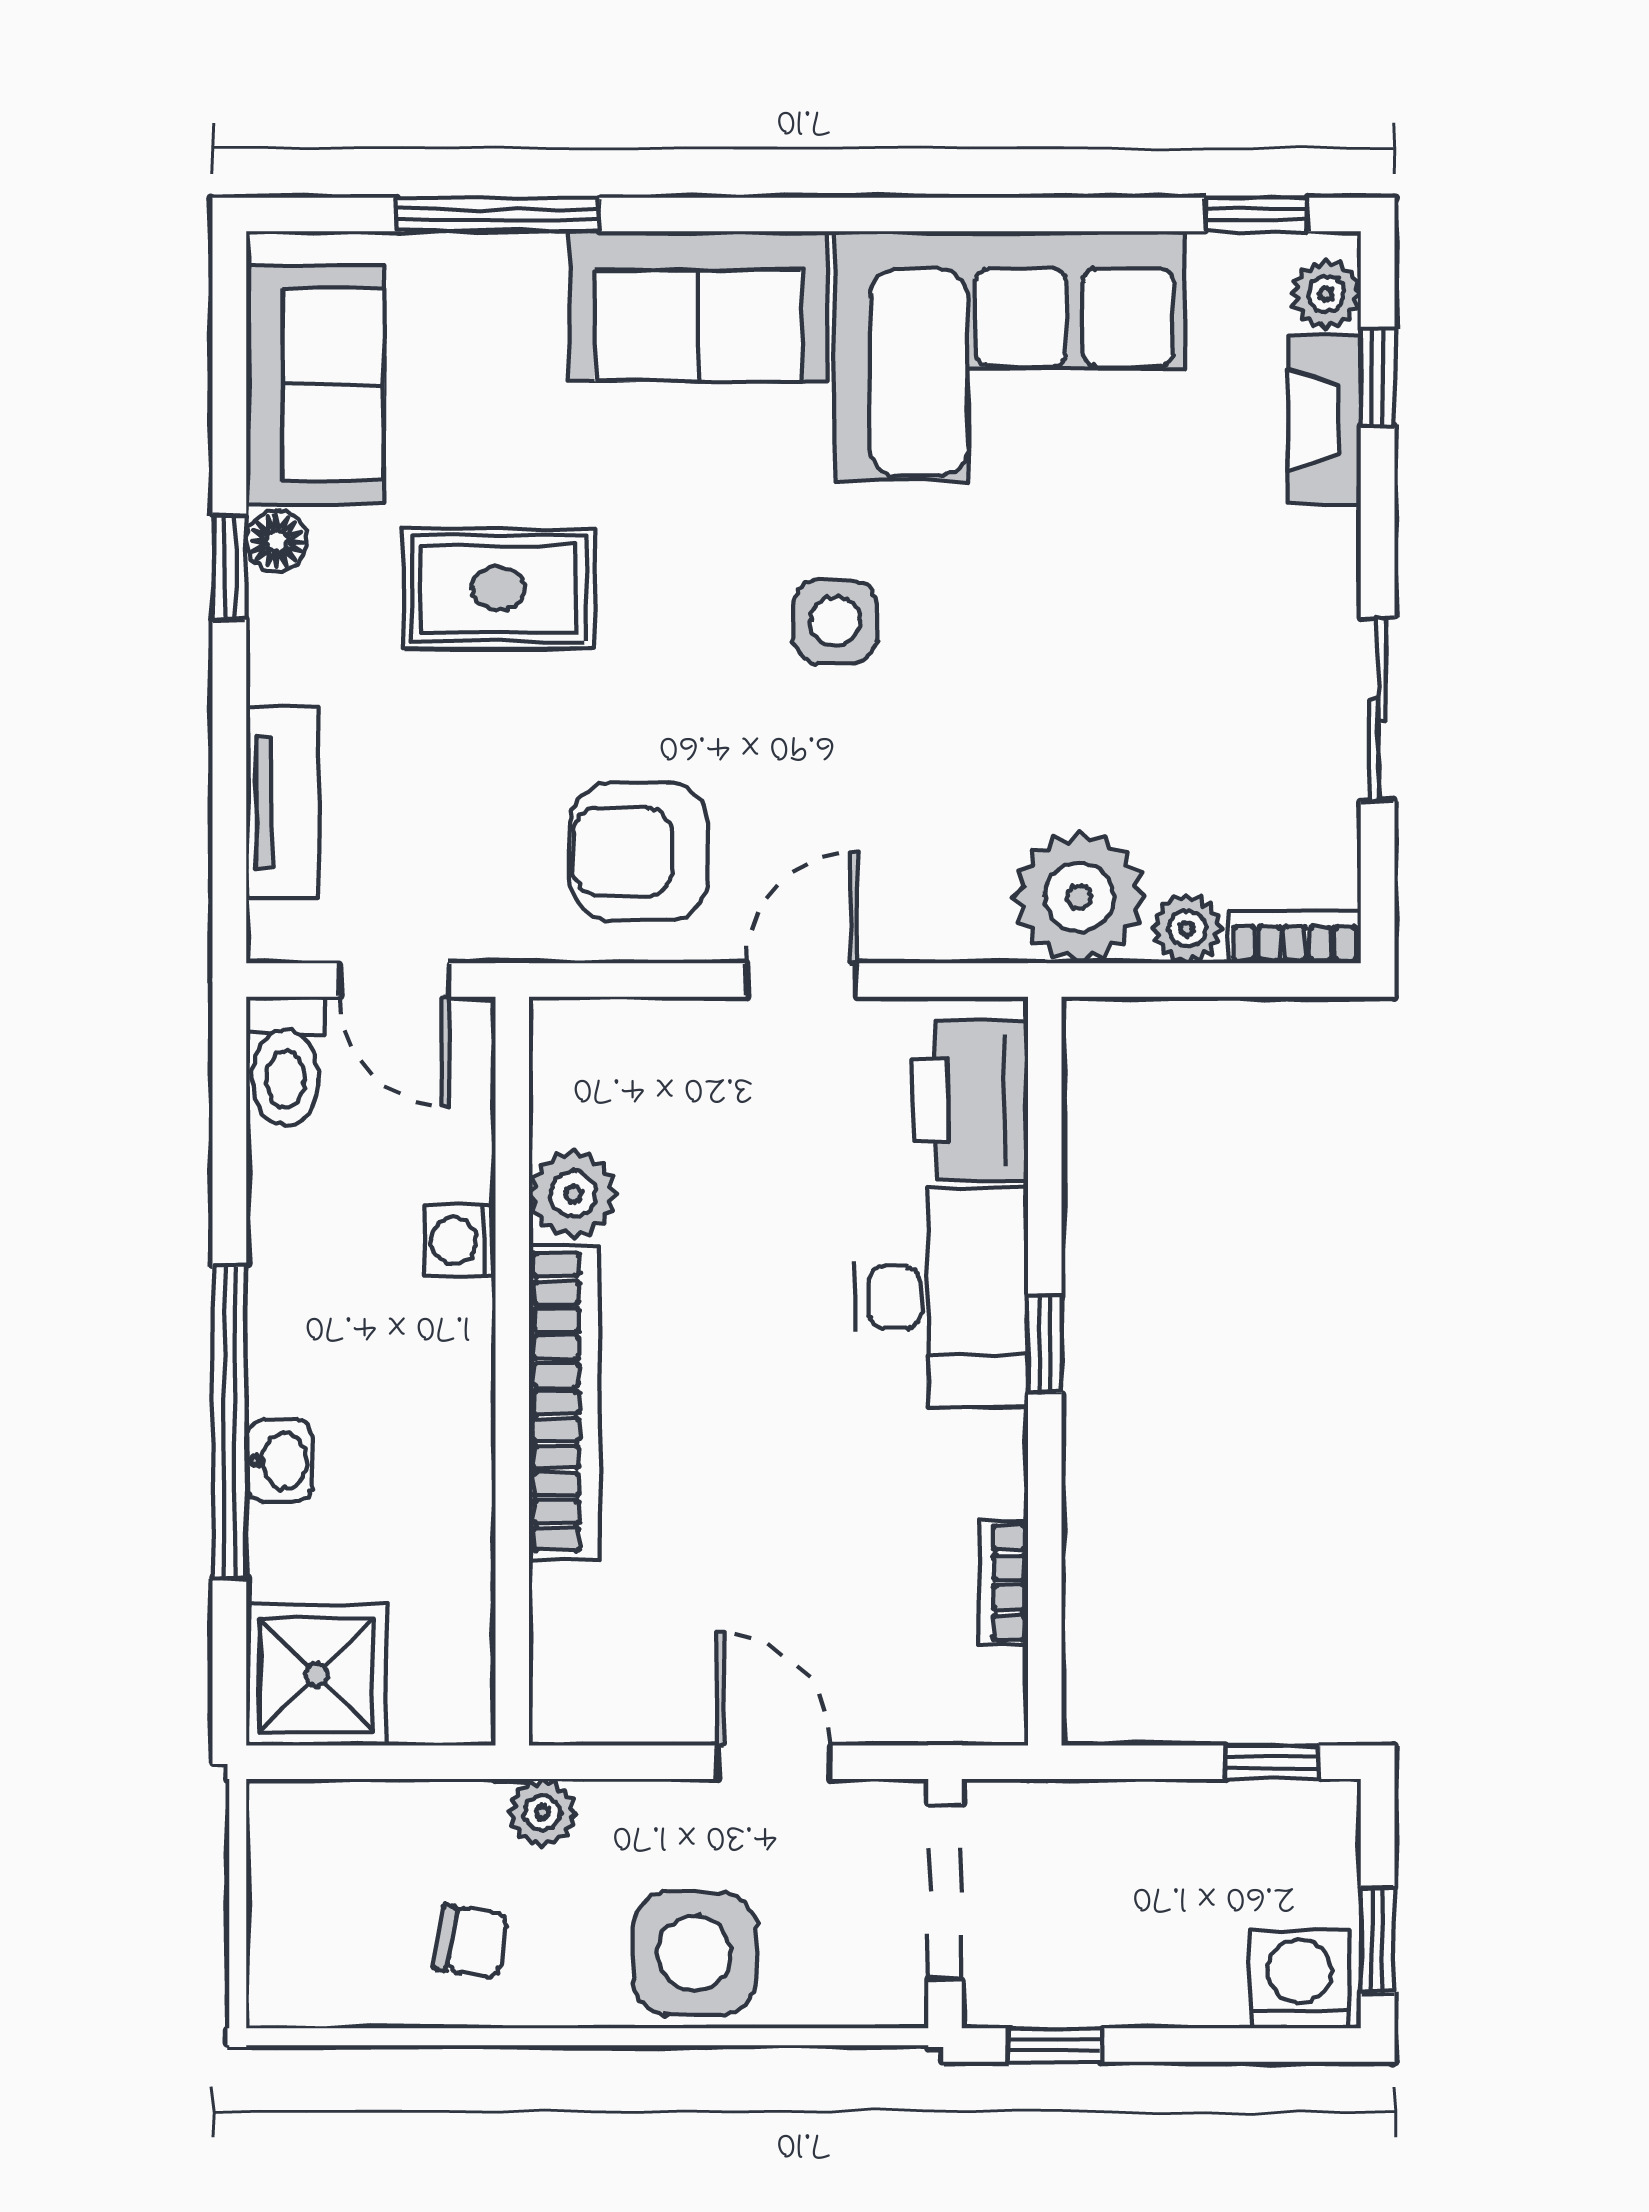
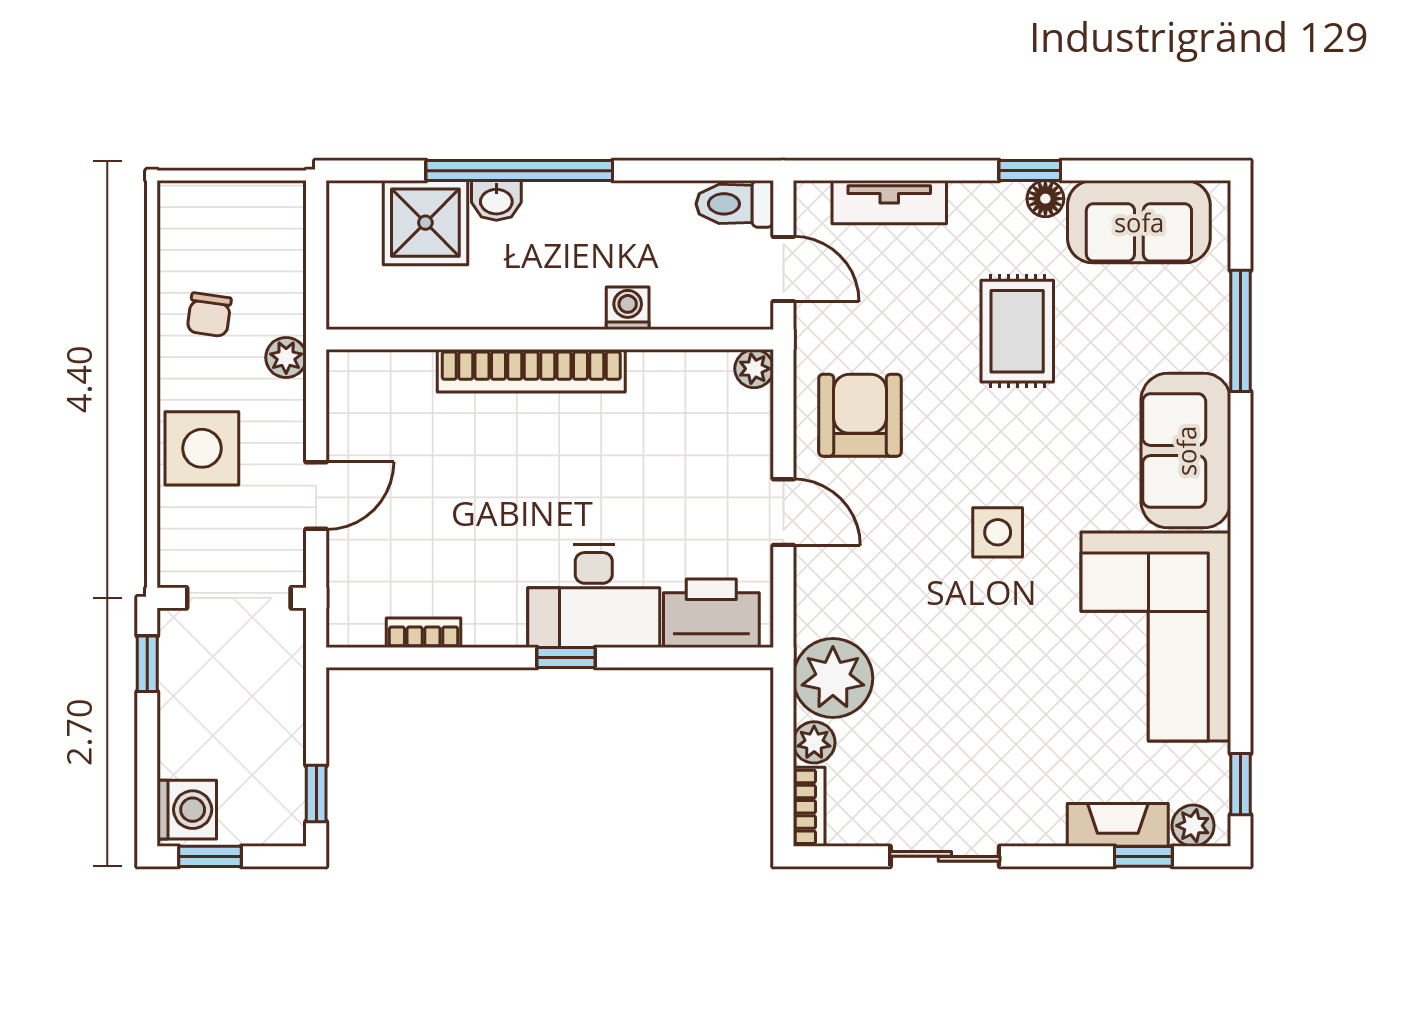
door: (394, 980) -> (783, 269), swing flipped
plant: (573, 1194) -> (754, 369), moved, width x0.73, depth x0.73
shower: (317, 1675) -> (425, 223), moved

